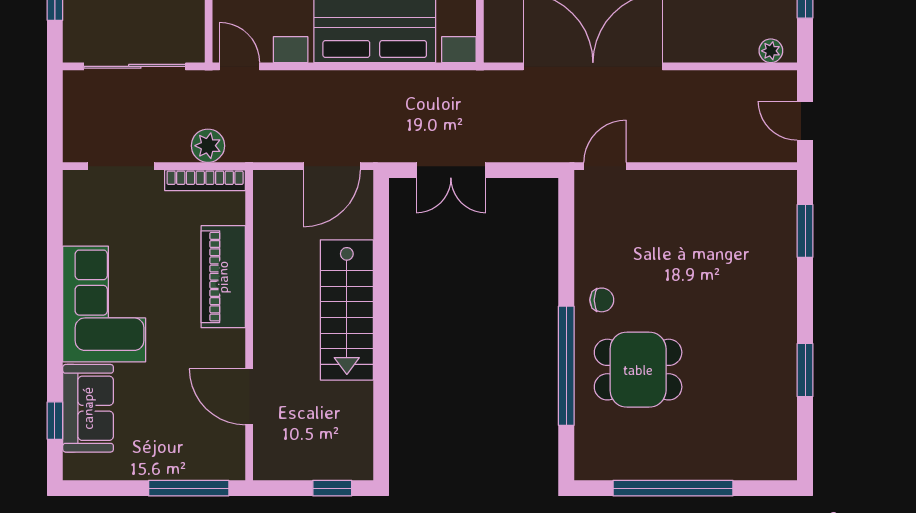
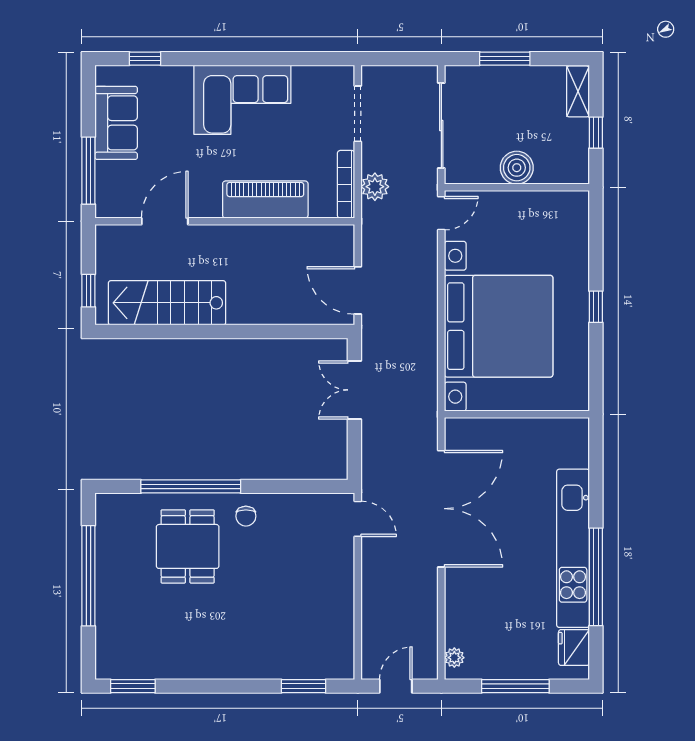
stairs: (347, 310) -> (167, 303), moved
window: (805, 370) -> (133, 686), moved
sofa: (88, 408) -> (116, 123), moved, turned -90

